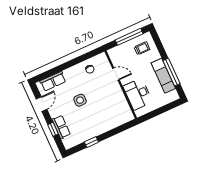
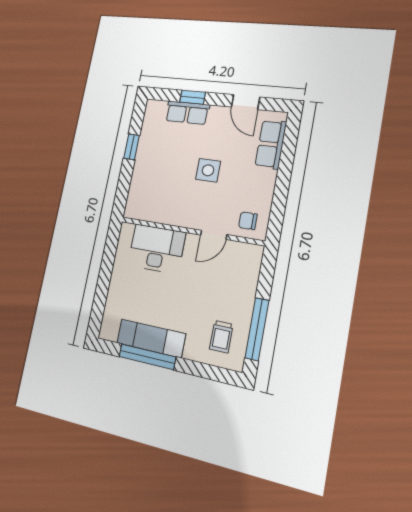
door: (116, 74) -> (214, 235), moved
wall: (121, 85) -> (191, 231), moved
desk: (138, 94) -> (157, 249), moved

